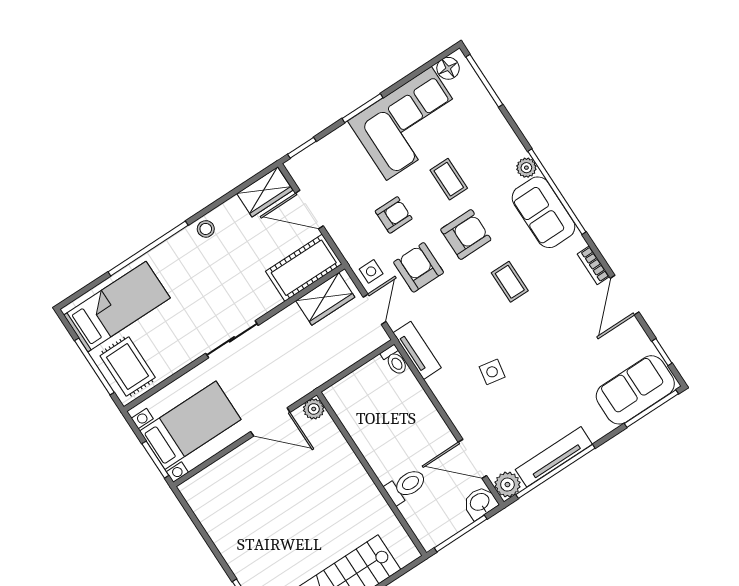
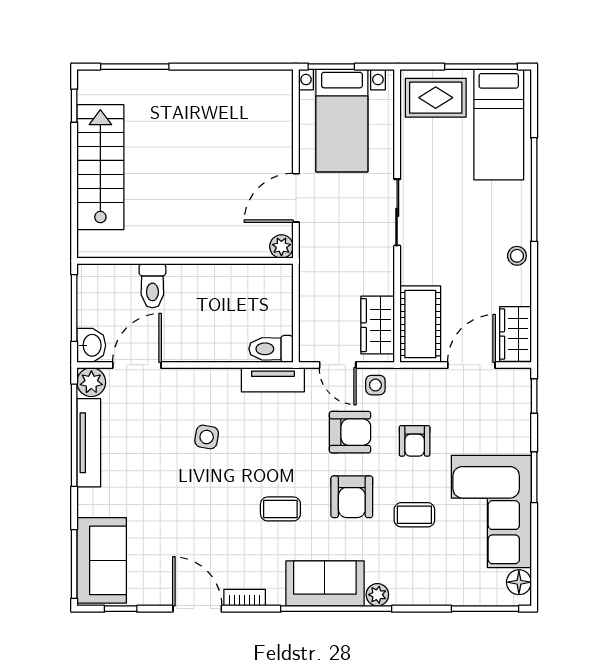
toilet: (395, 360) -> (271, 349), width x1.37, depth x1.39
window: (94, 366) -> (481, 67), moved

